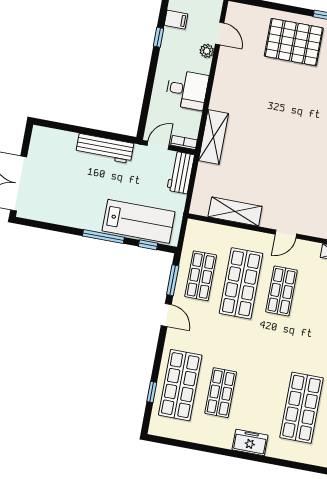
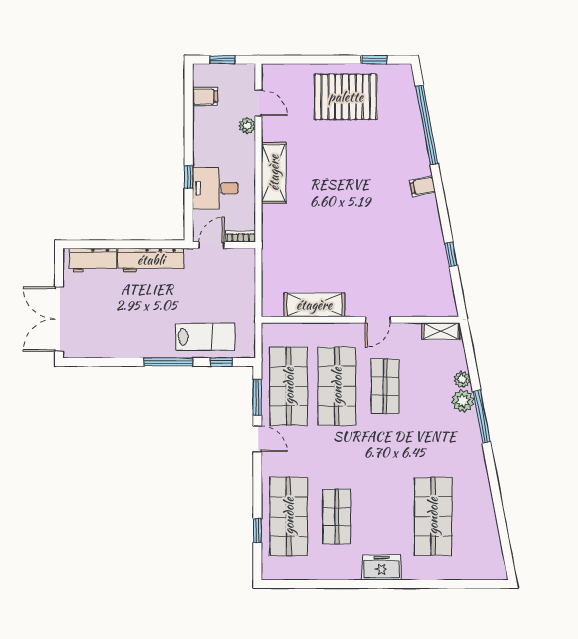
window: (159, 37) -> (189, 177), moved
desk: (187, 90) -> (215, 188), moved, turned 180
shelving: (214, 137) -> (274, 173), moved
workbench: (181, 173) -> (93, 260), moved, turned -90
lab bench: (139, 221) -> (205, 337), width x0.73, depth x0.72
shop shelf: (201, 276) -> (289, 386), width x1.43, depth x1.36

